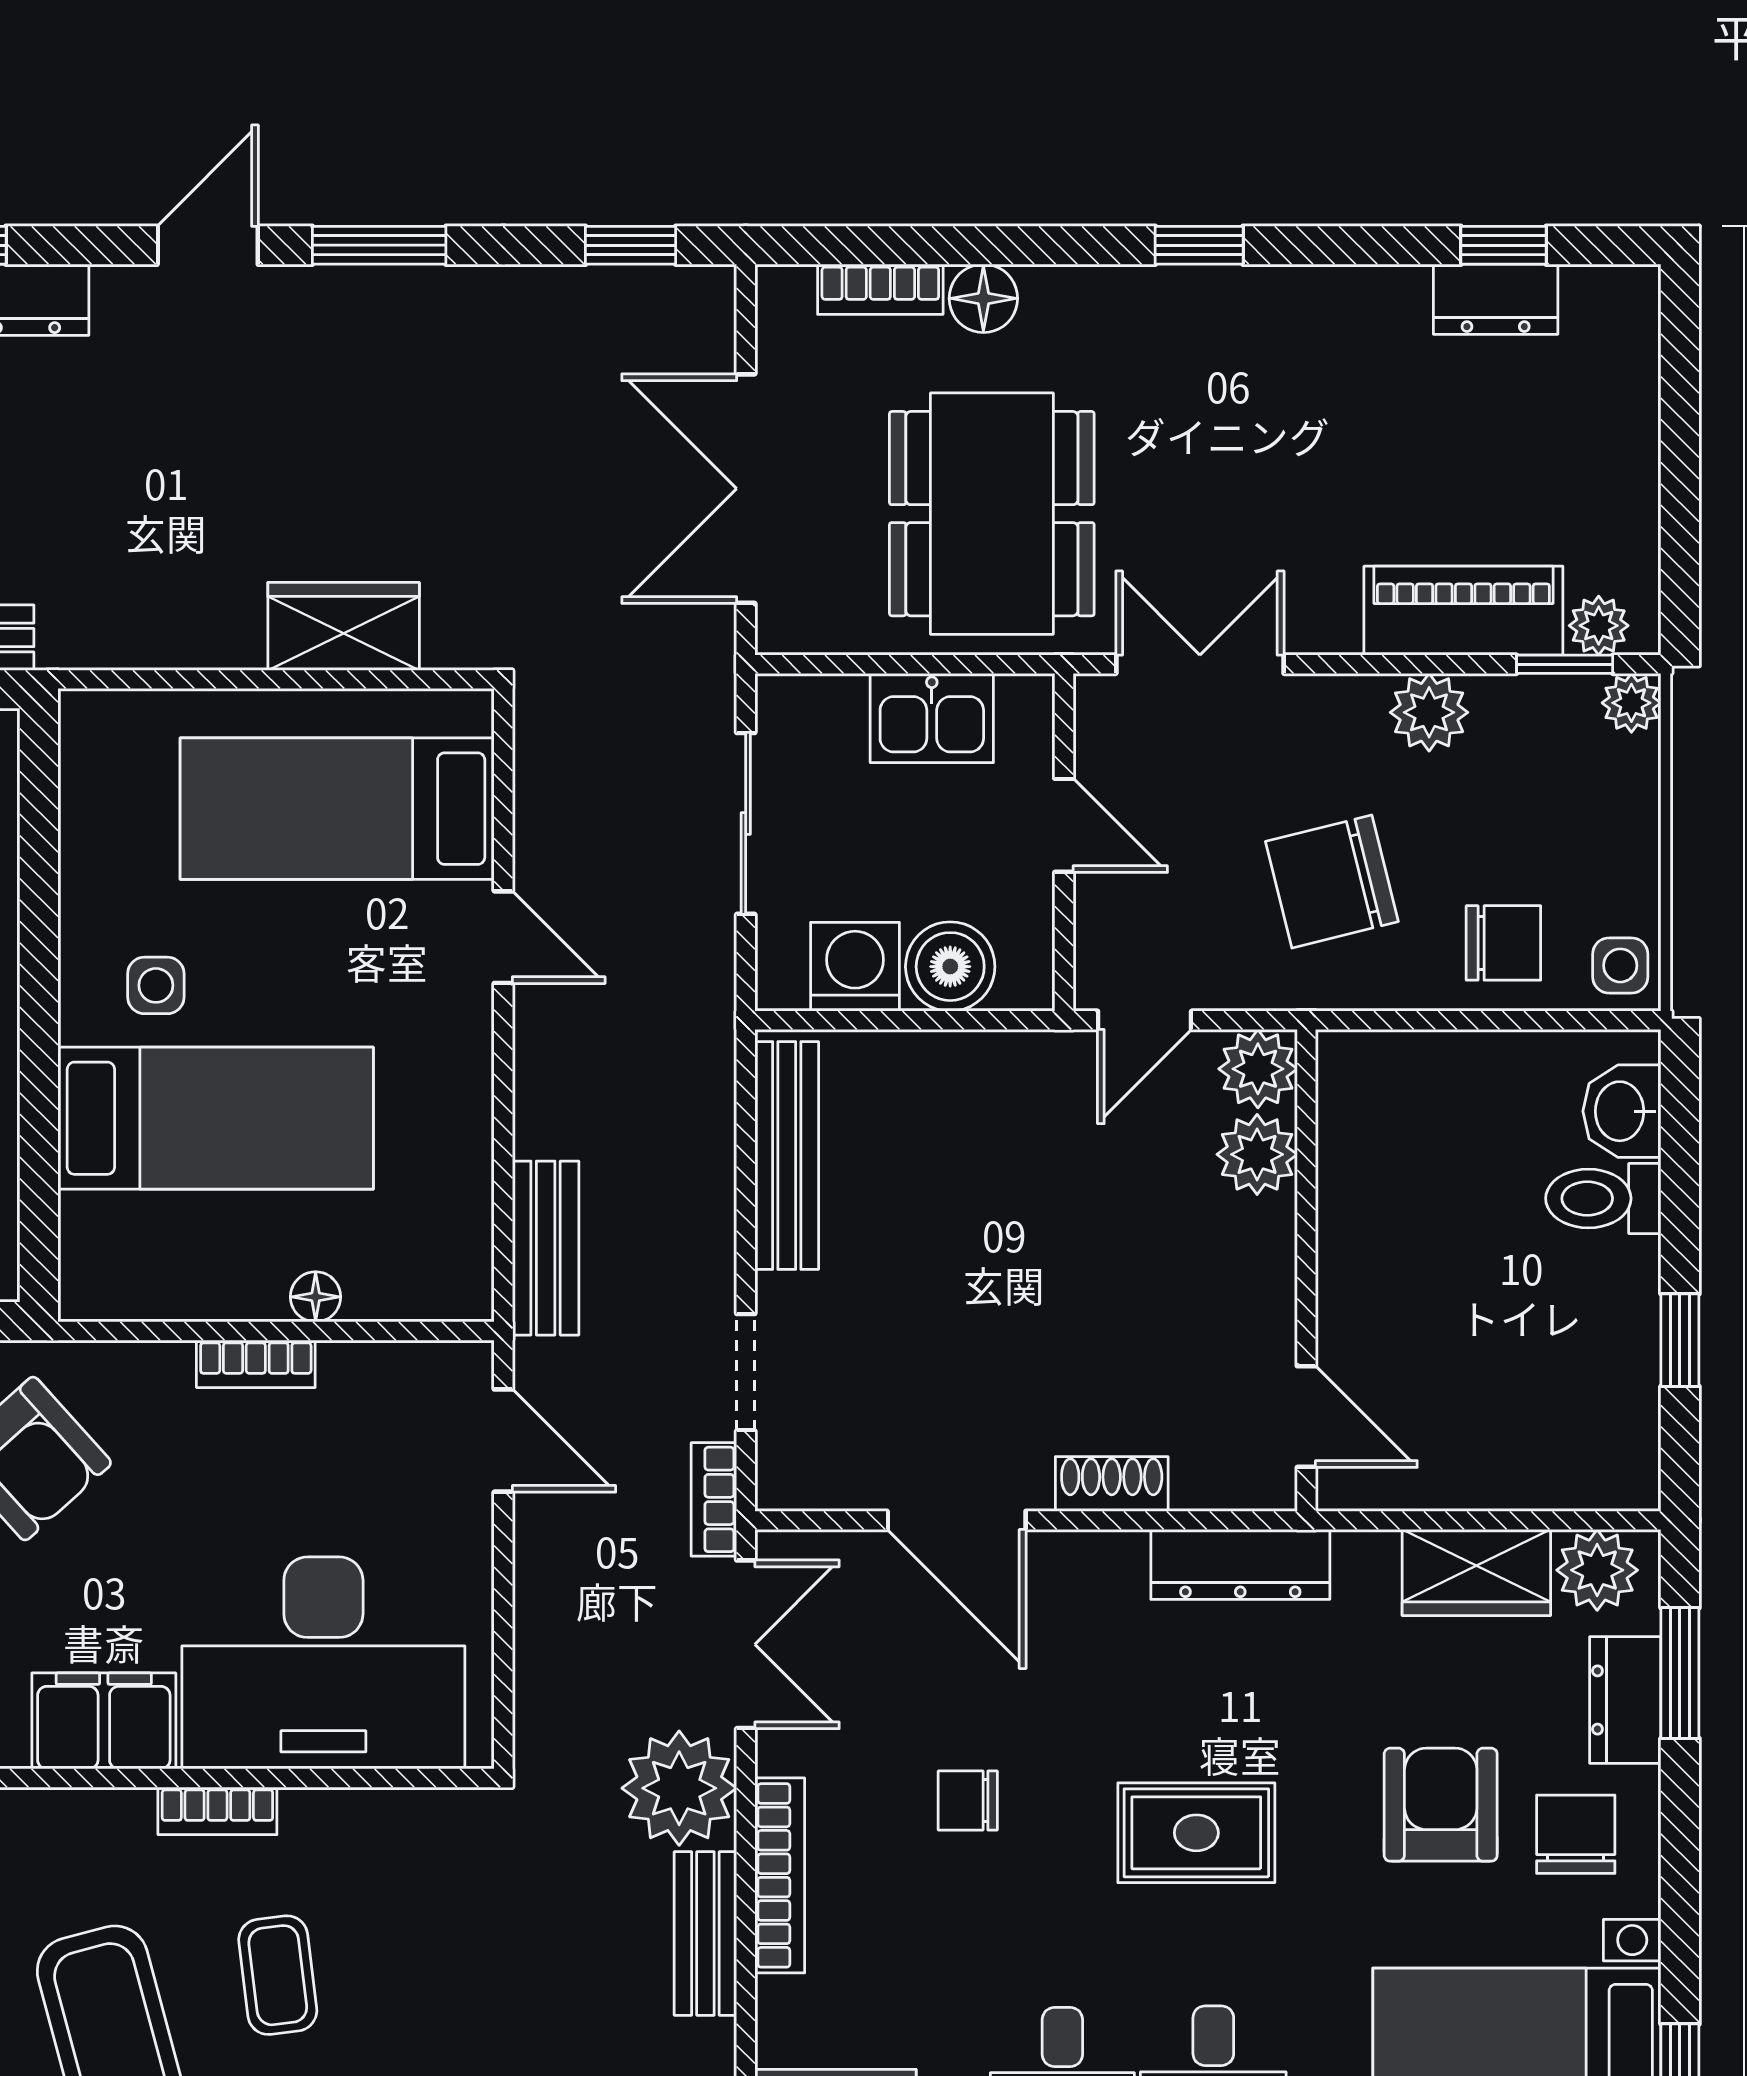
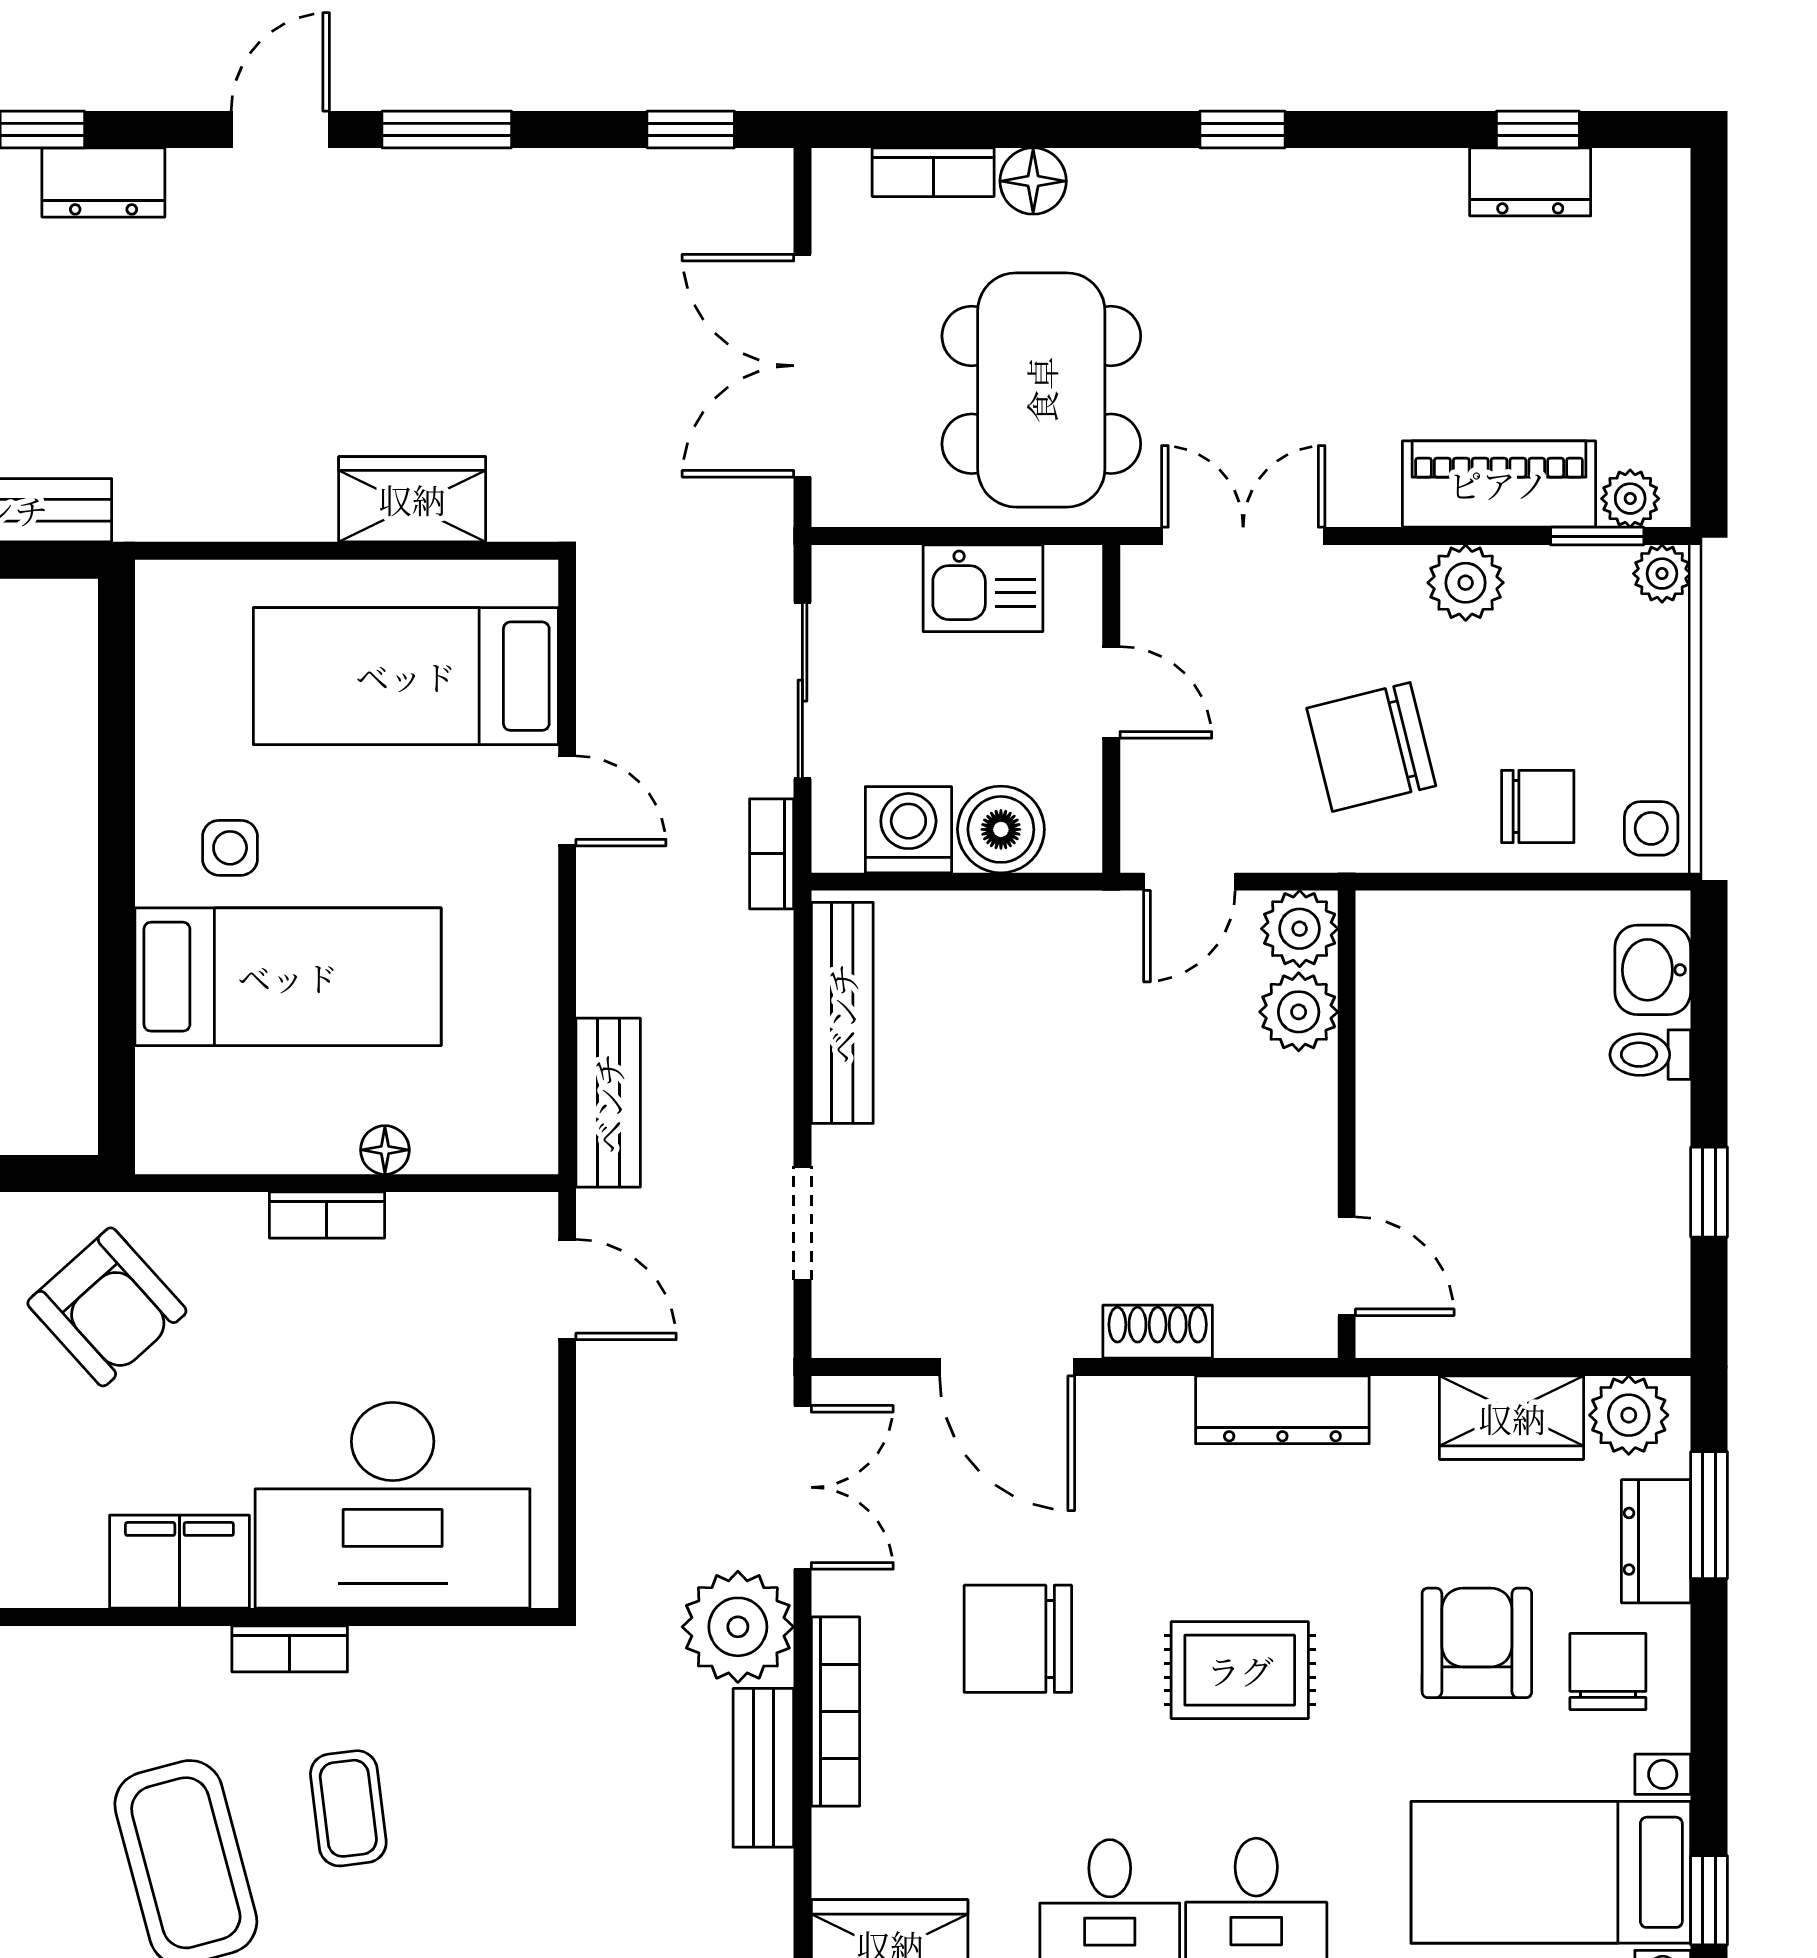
toilet: (1603, 1198) -> (1650, 1055), width x0.73, depth x0.72
bookcase: (714, 1499) -> (772, 854), moved
chair: (968, 1801) -> (1018, 1639), width x1.87, depth x1.87

